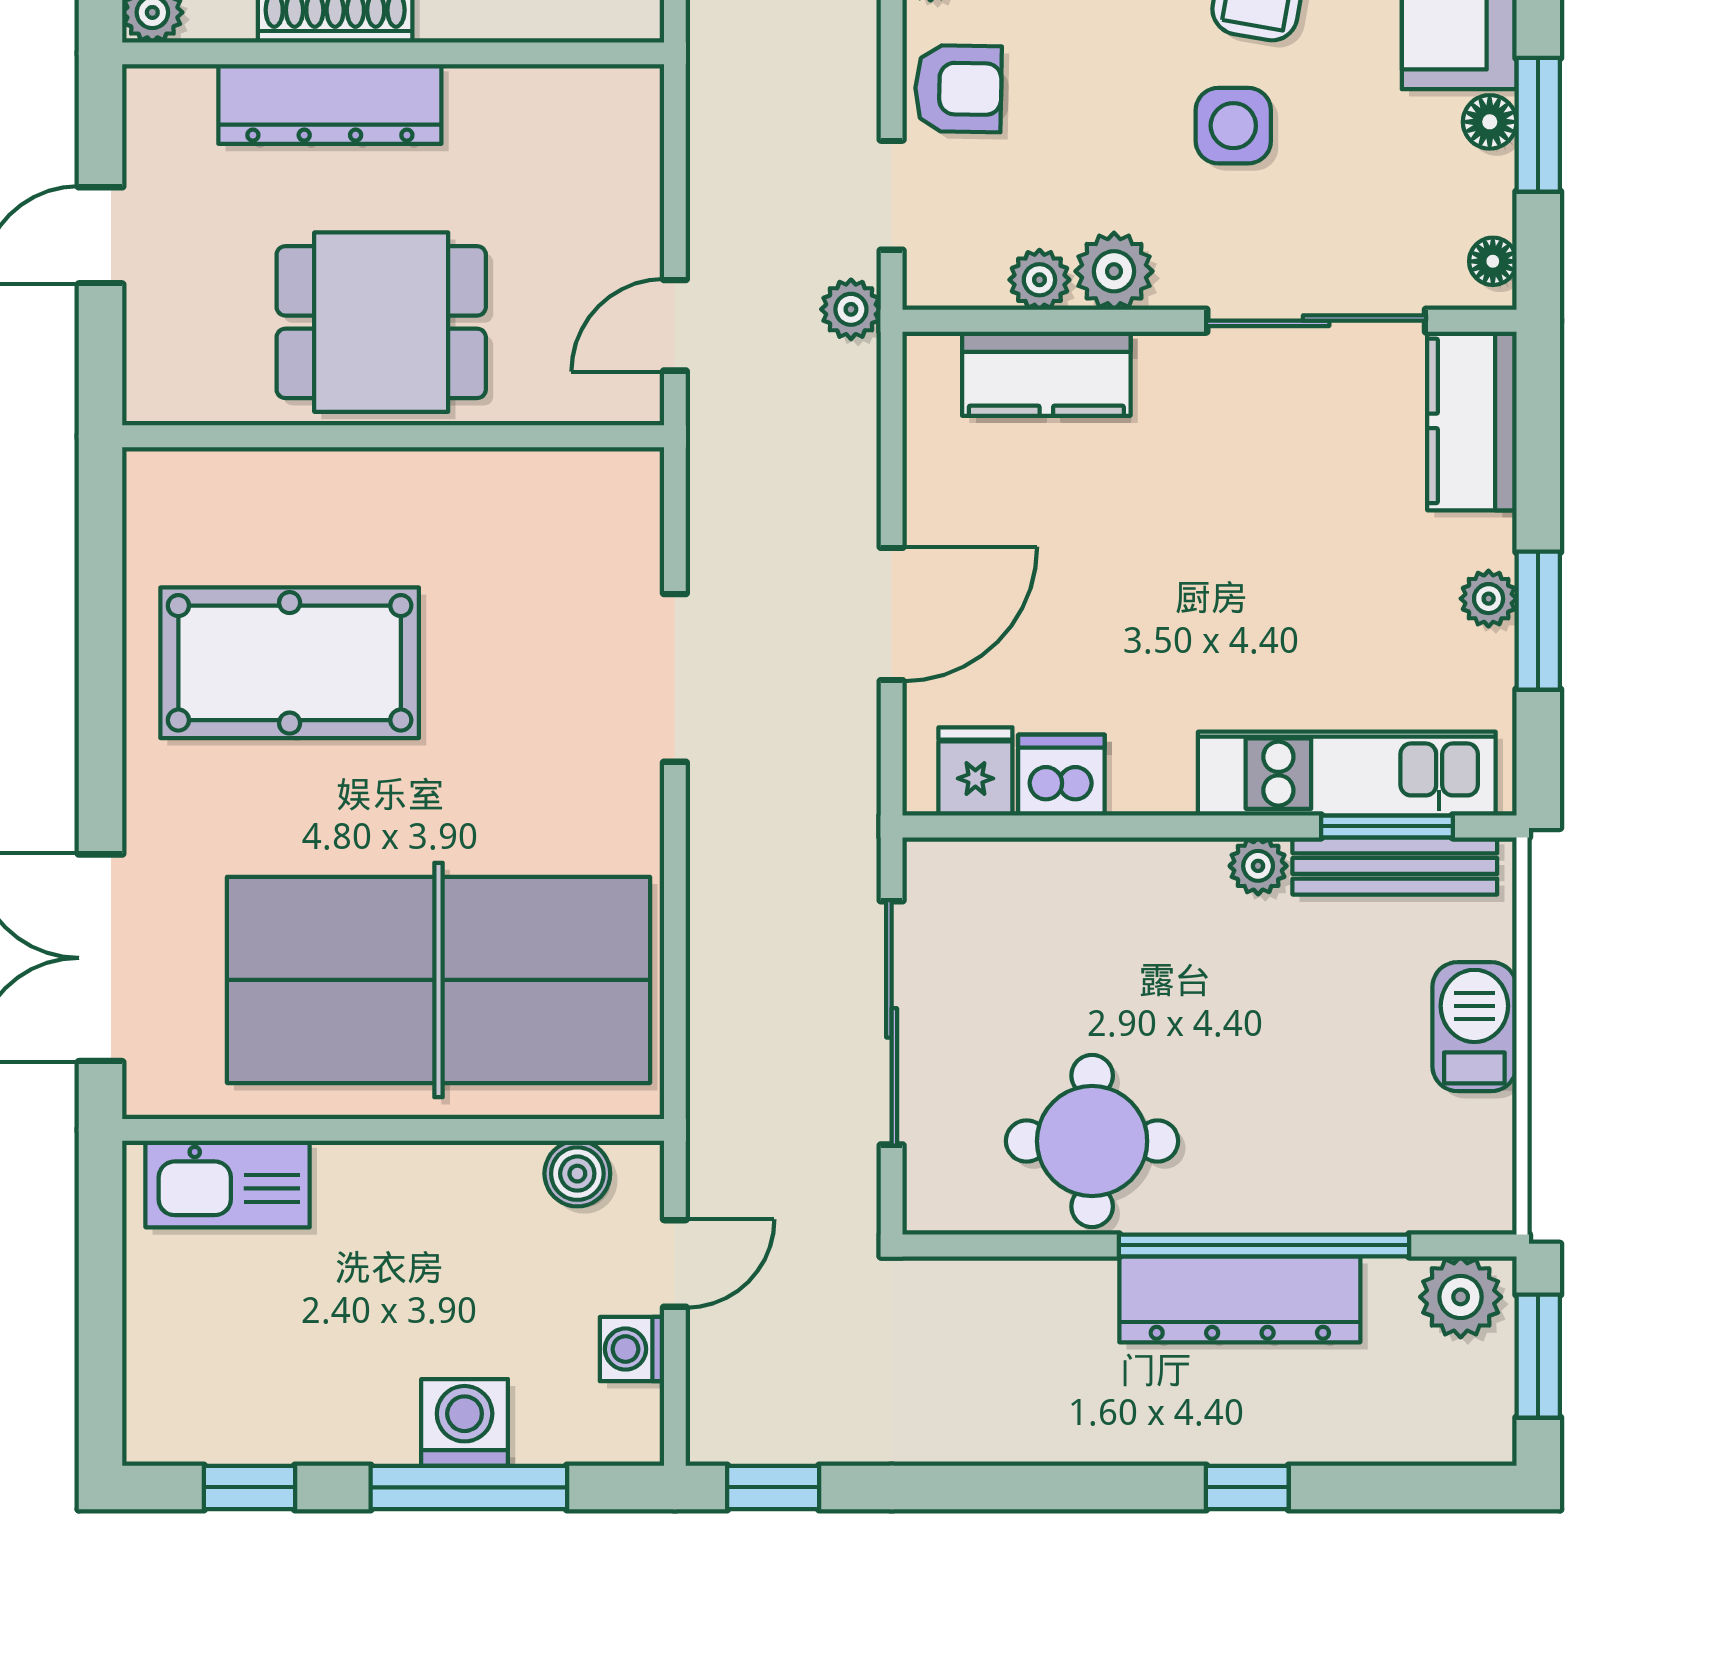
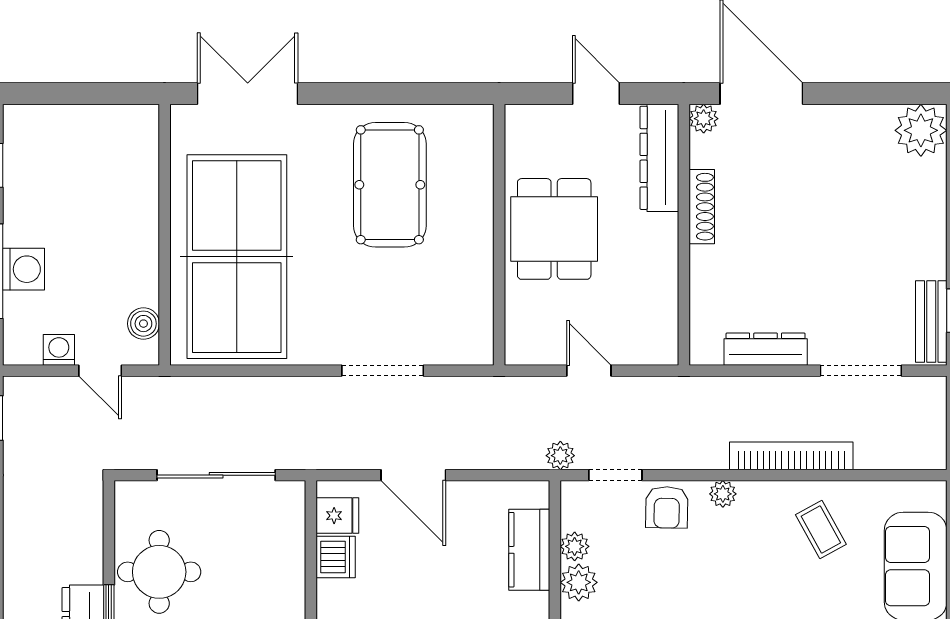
dresser: (330, 104) -> (659, 158), moved
door: (675, 325) -> (589, 371), moved
kitchen sink: (228, 1184) -> (138, 155), removed

